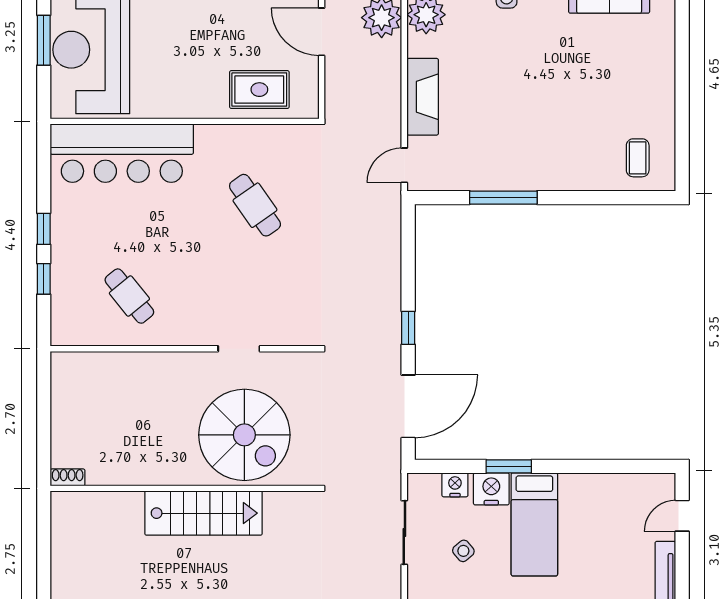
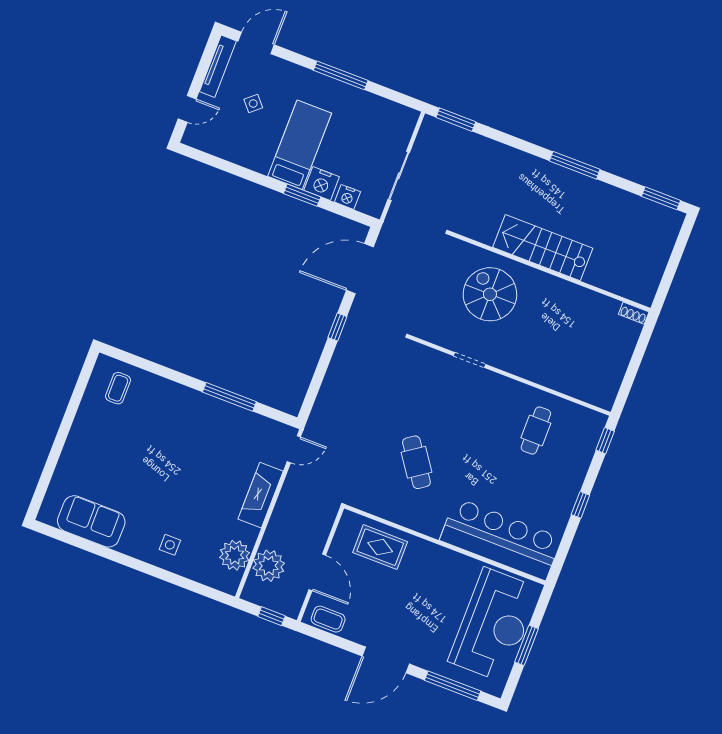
window: (44, 279) -> (605, 441), moved
cafe table: (129, 296) -> (536, 430), turned 39
spiral stairs: (244, 435) -> (490, 294), width x0.73, depth x0.73
side table: (463, 551) -> (253, 104), moved

